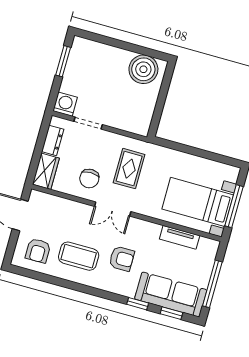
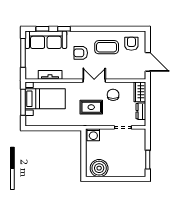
washing machine: (65, 104) -> (93, 135), moved
rug: (129, 169) -> (91, 107), turned 90

